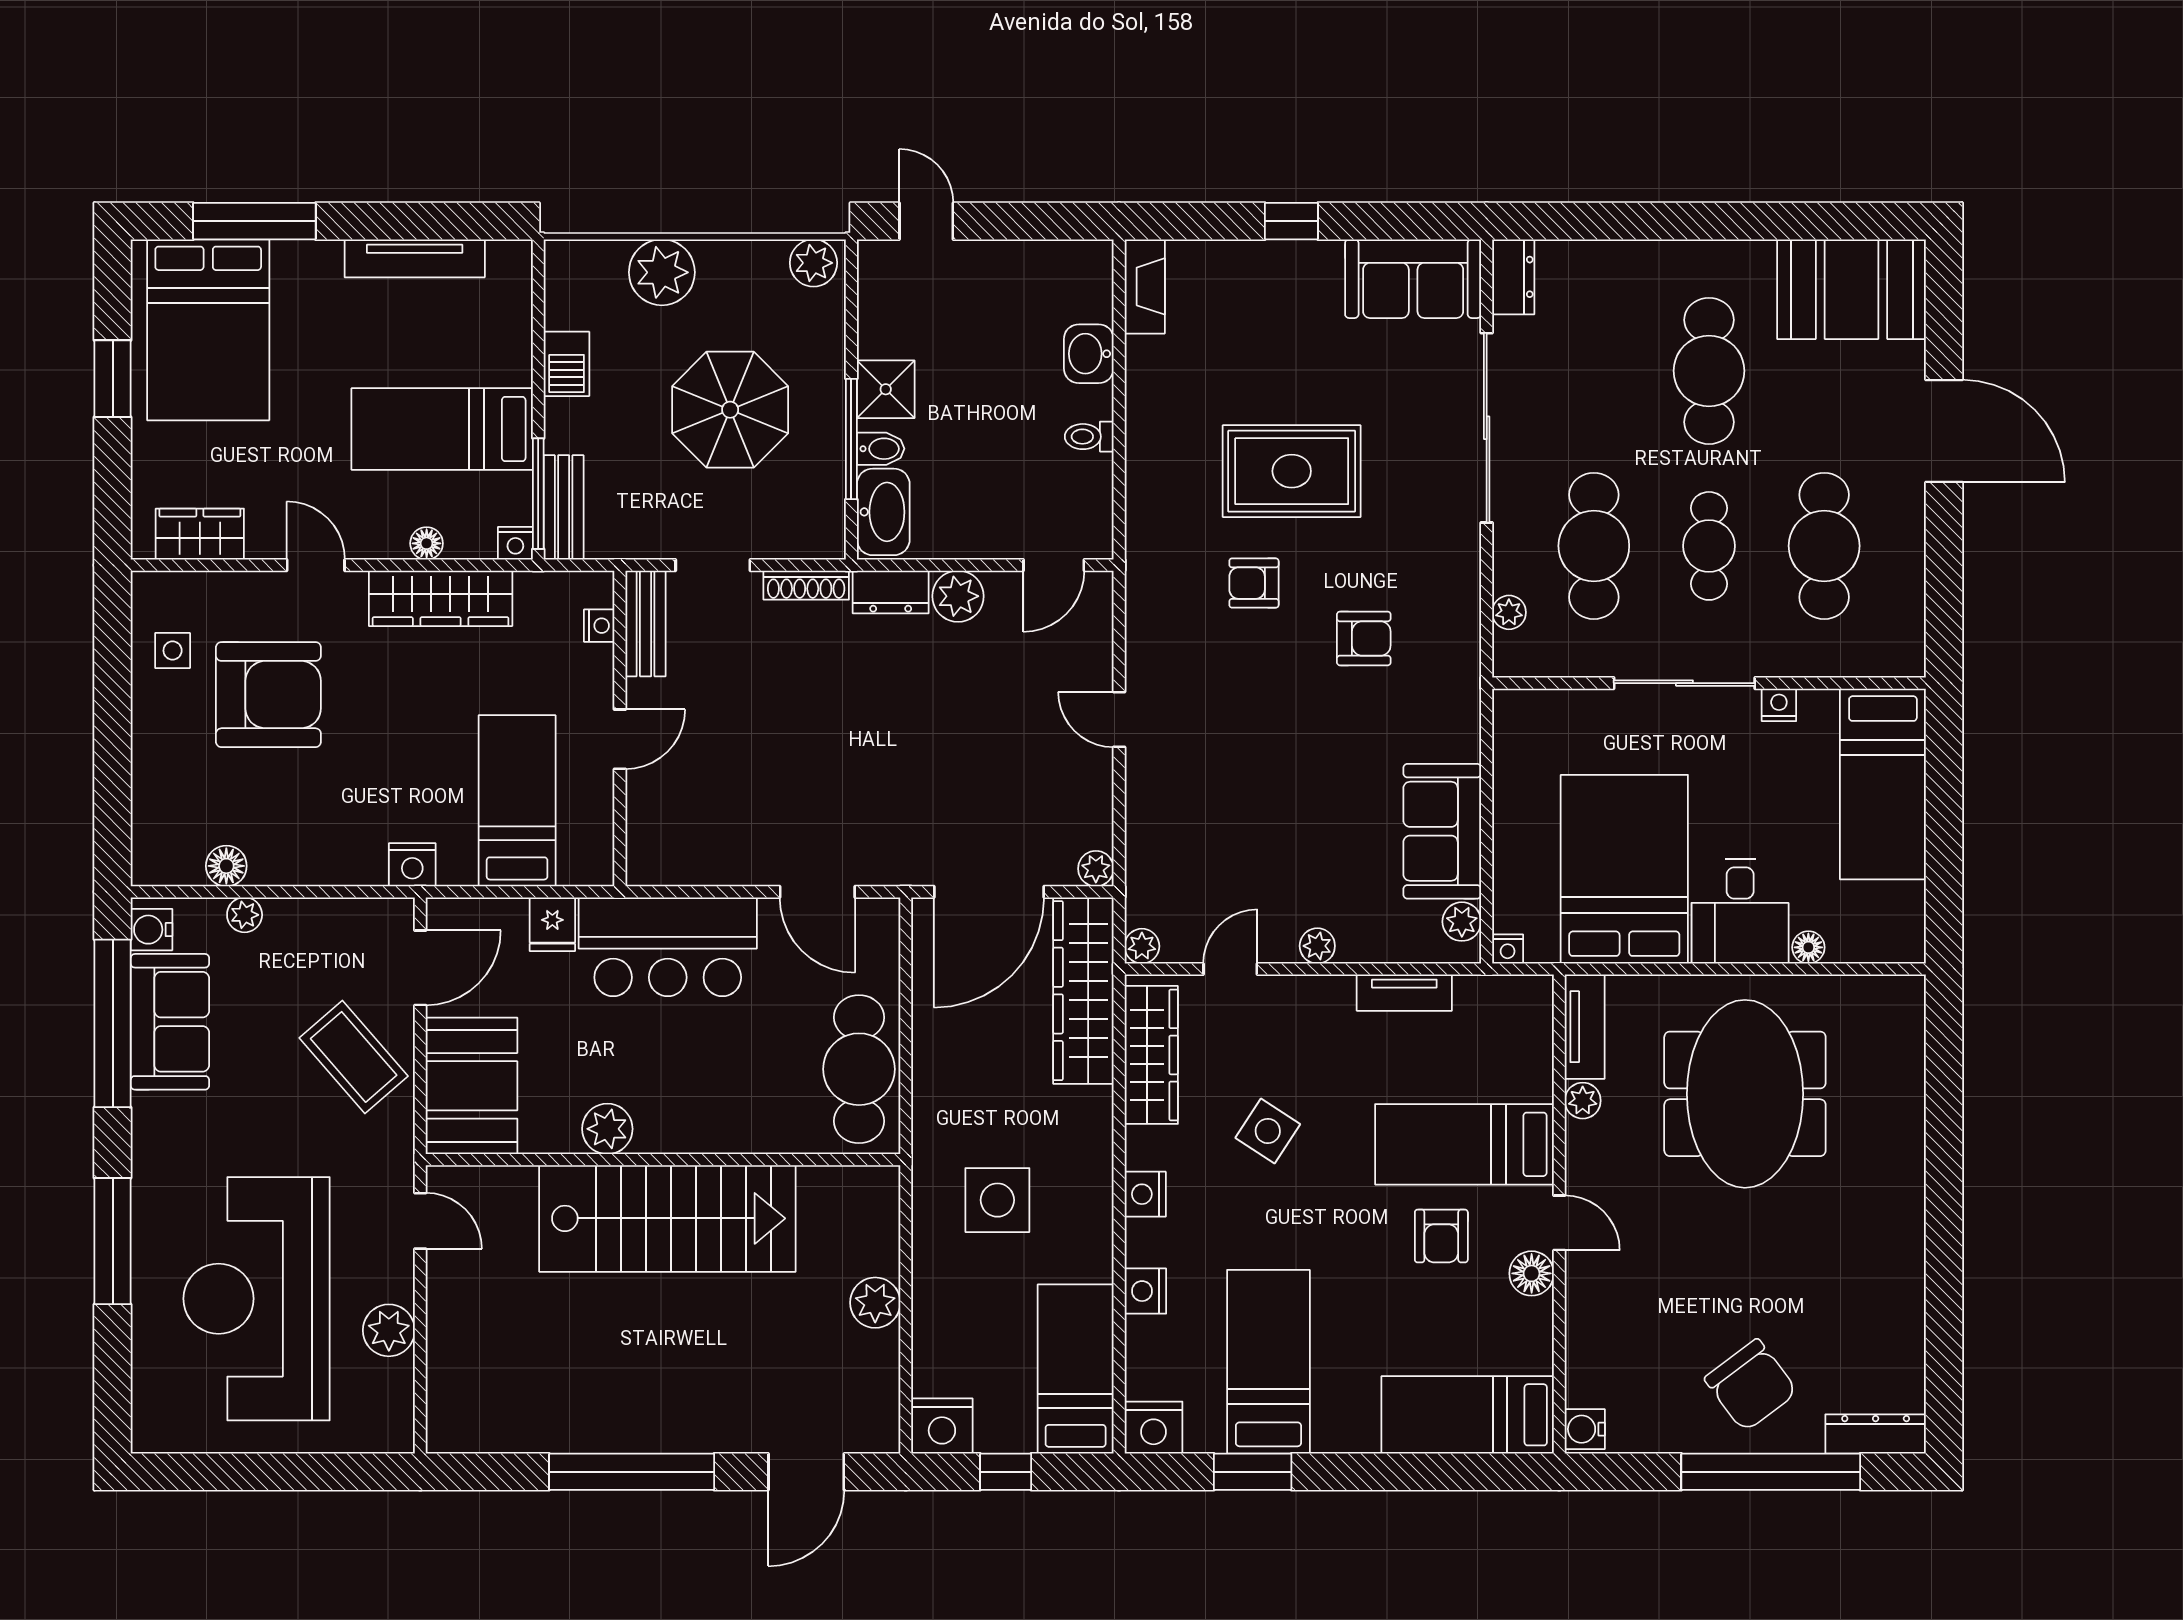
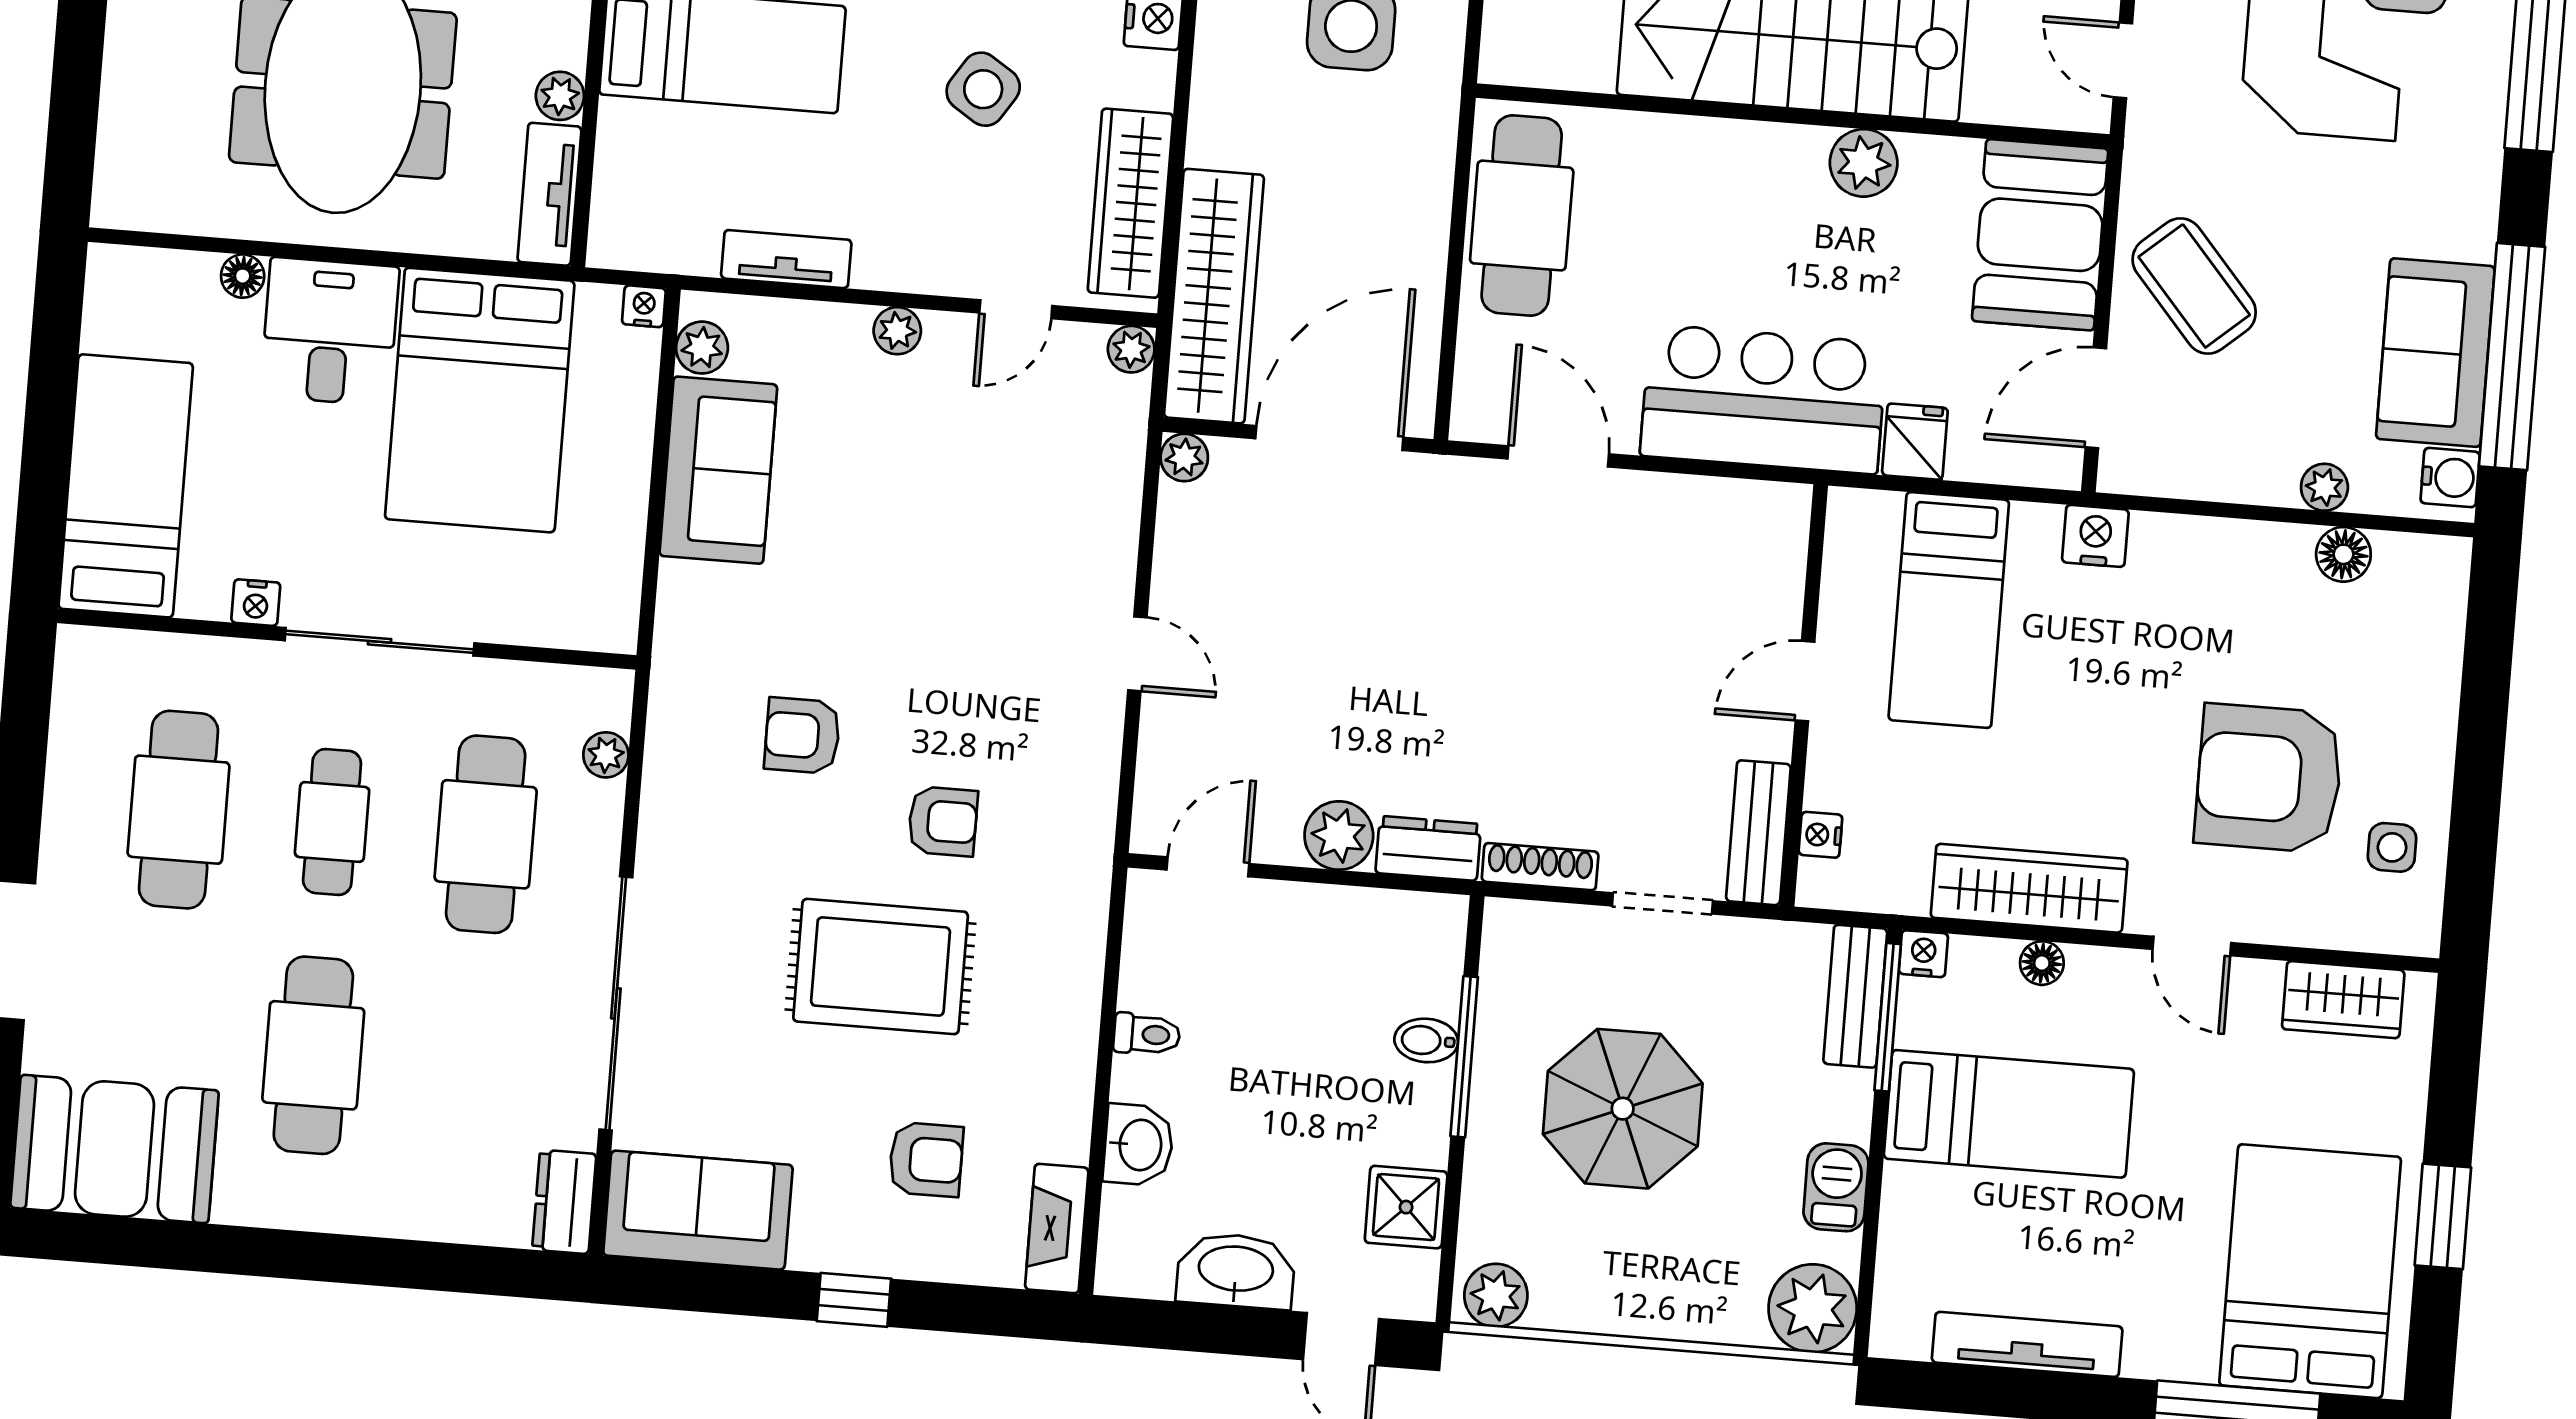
plant: (662, 272) -> (1813, 1308), moved
armchair: (1246, 330) -> (926, 1159), added
shower: (886, 389) -> (1406, 1207), moved
washbasin: (883, 512) -> (1236, 1271), moved, turned 90

